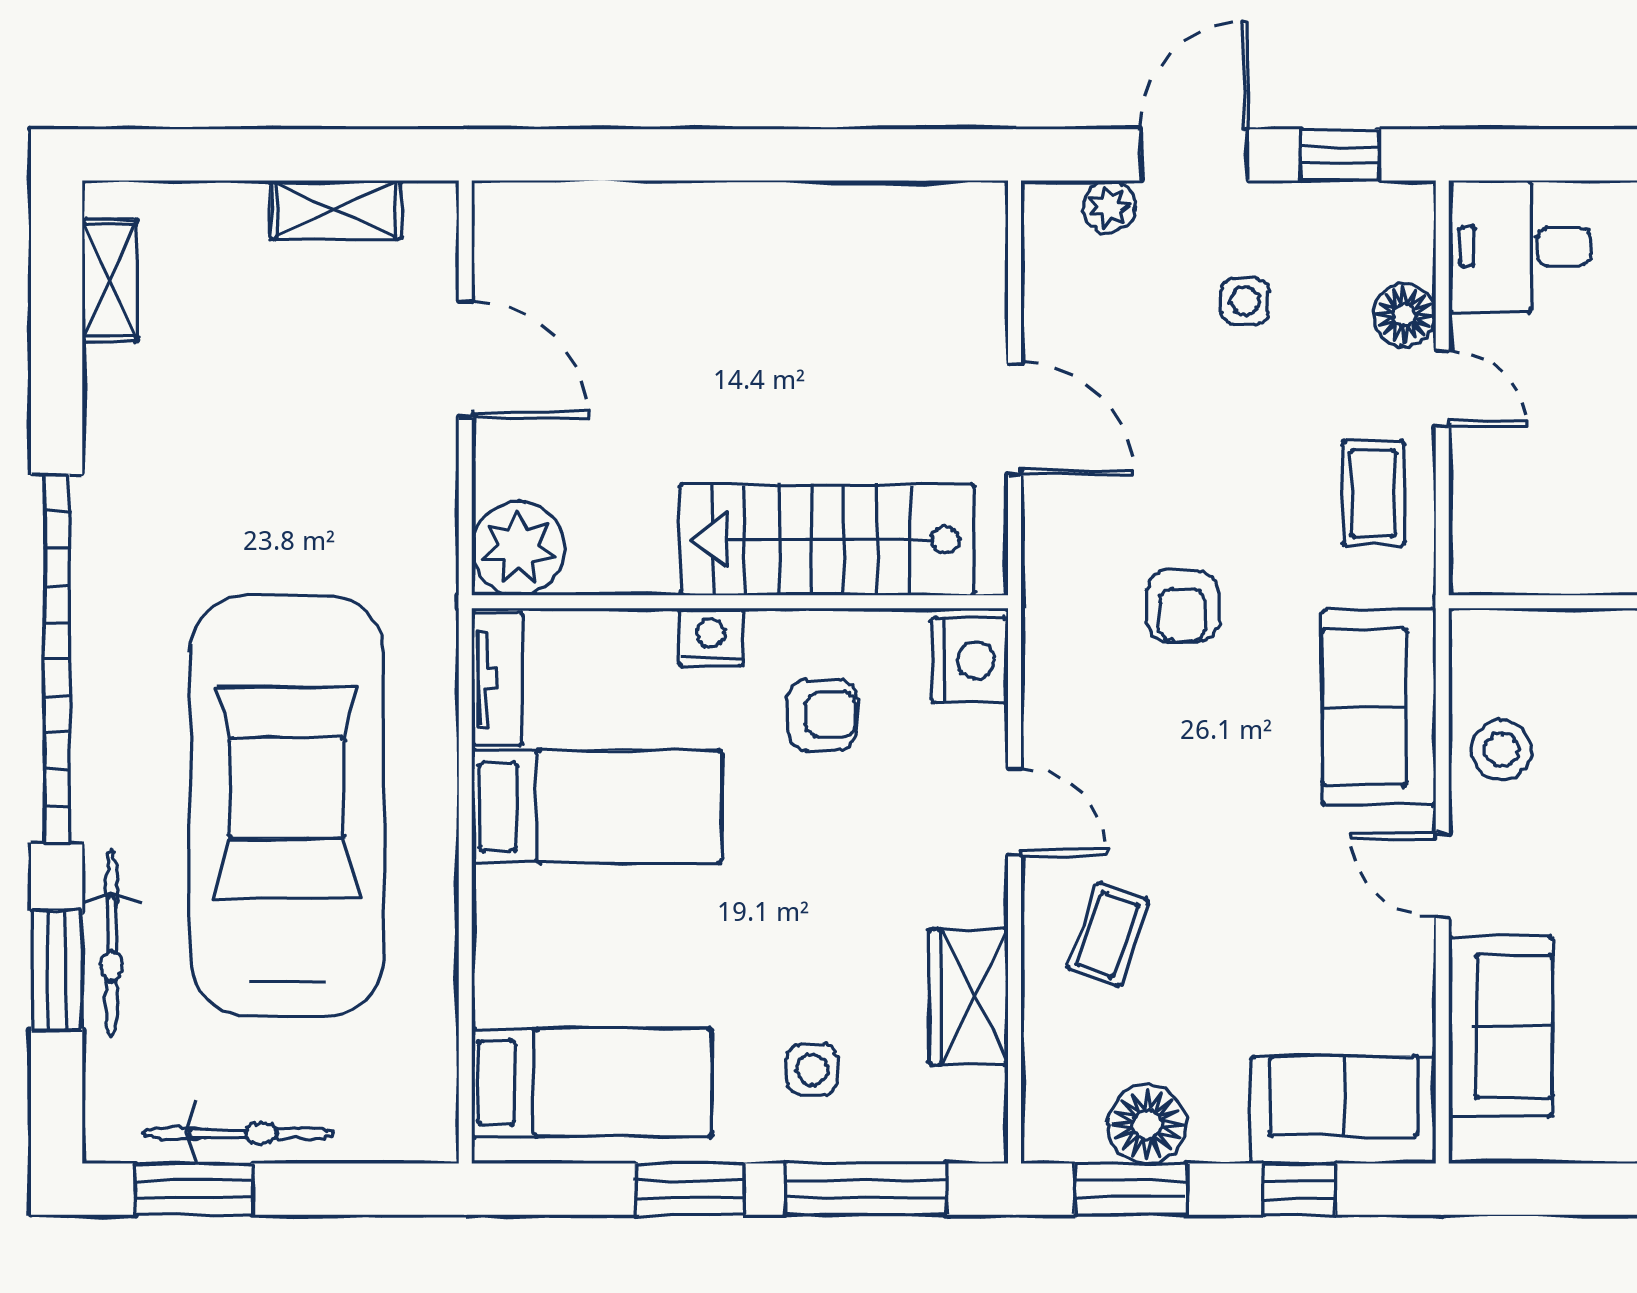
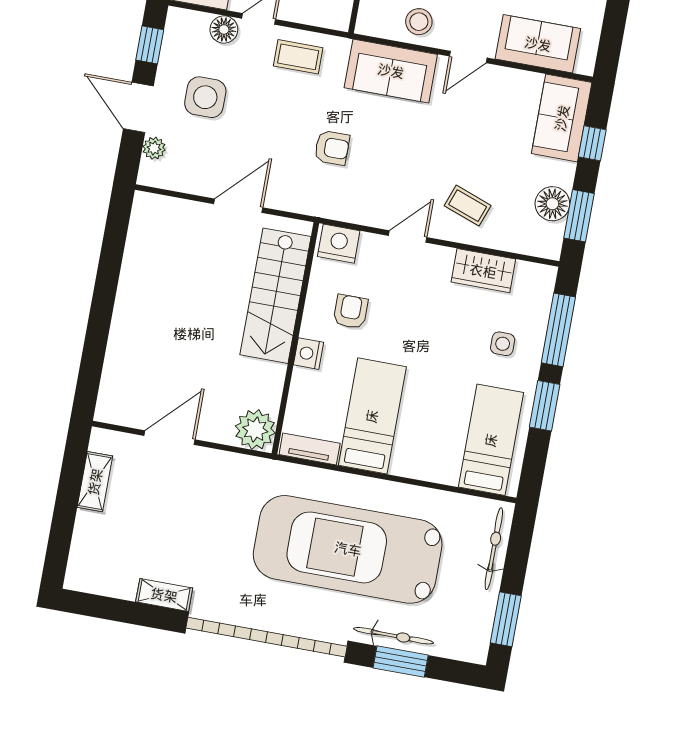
shelving: (110, 281) -> (164, 595), moved
side table: (1245, 301) -> (205, 97), width x1.87, depth x1.87
bicycle: (238, 1133) -> (494, 549), moved

